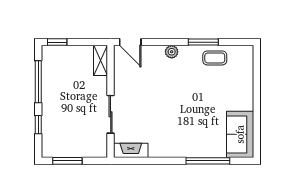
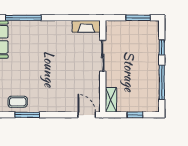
window: (57, 42) -> (135, 115), moved
plant: (172, 52) -> (53, 107), removed

